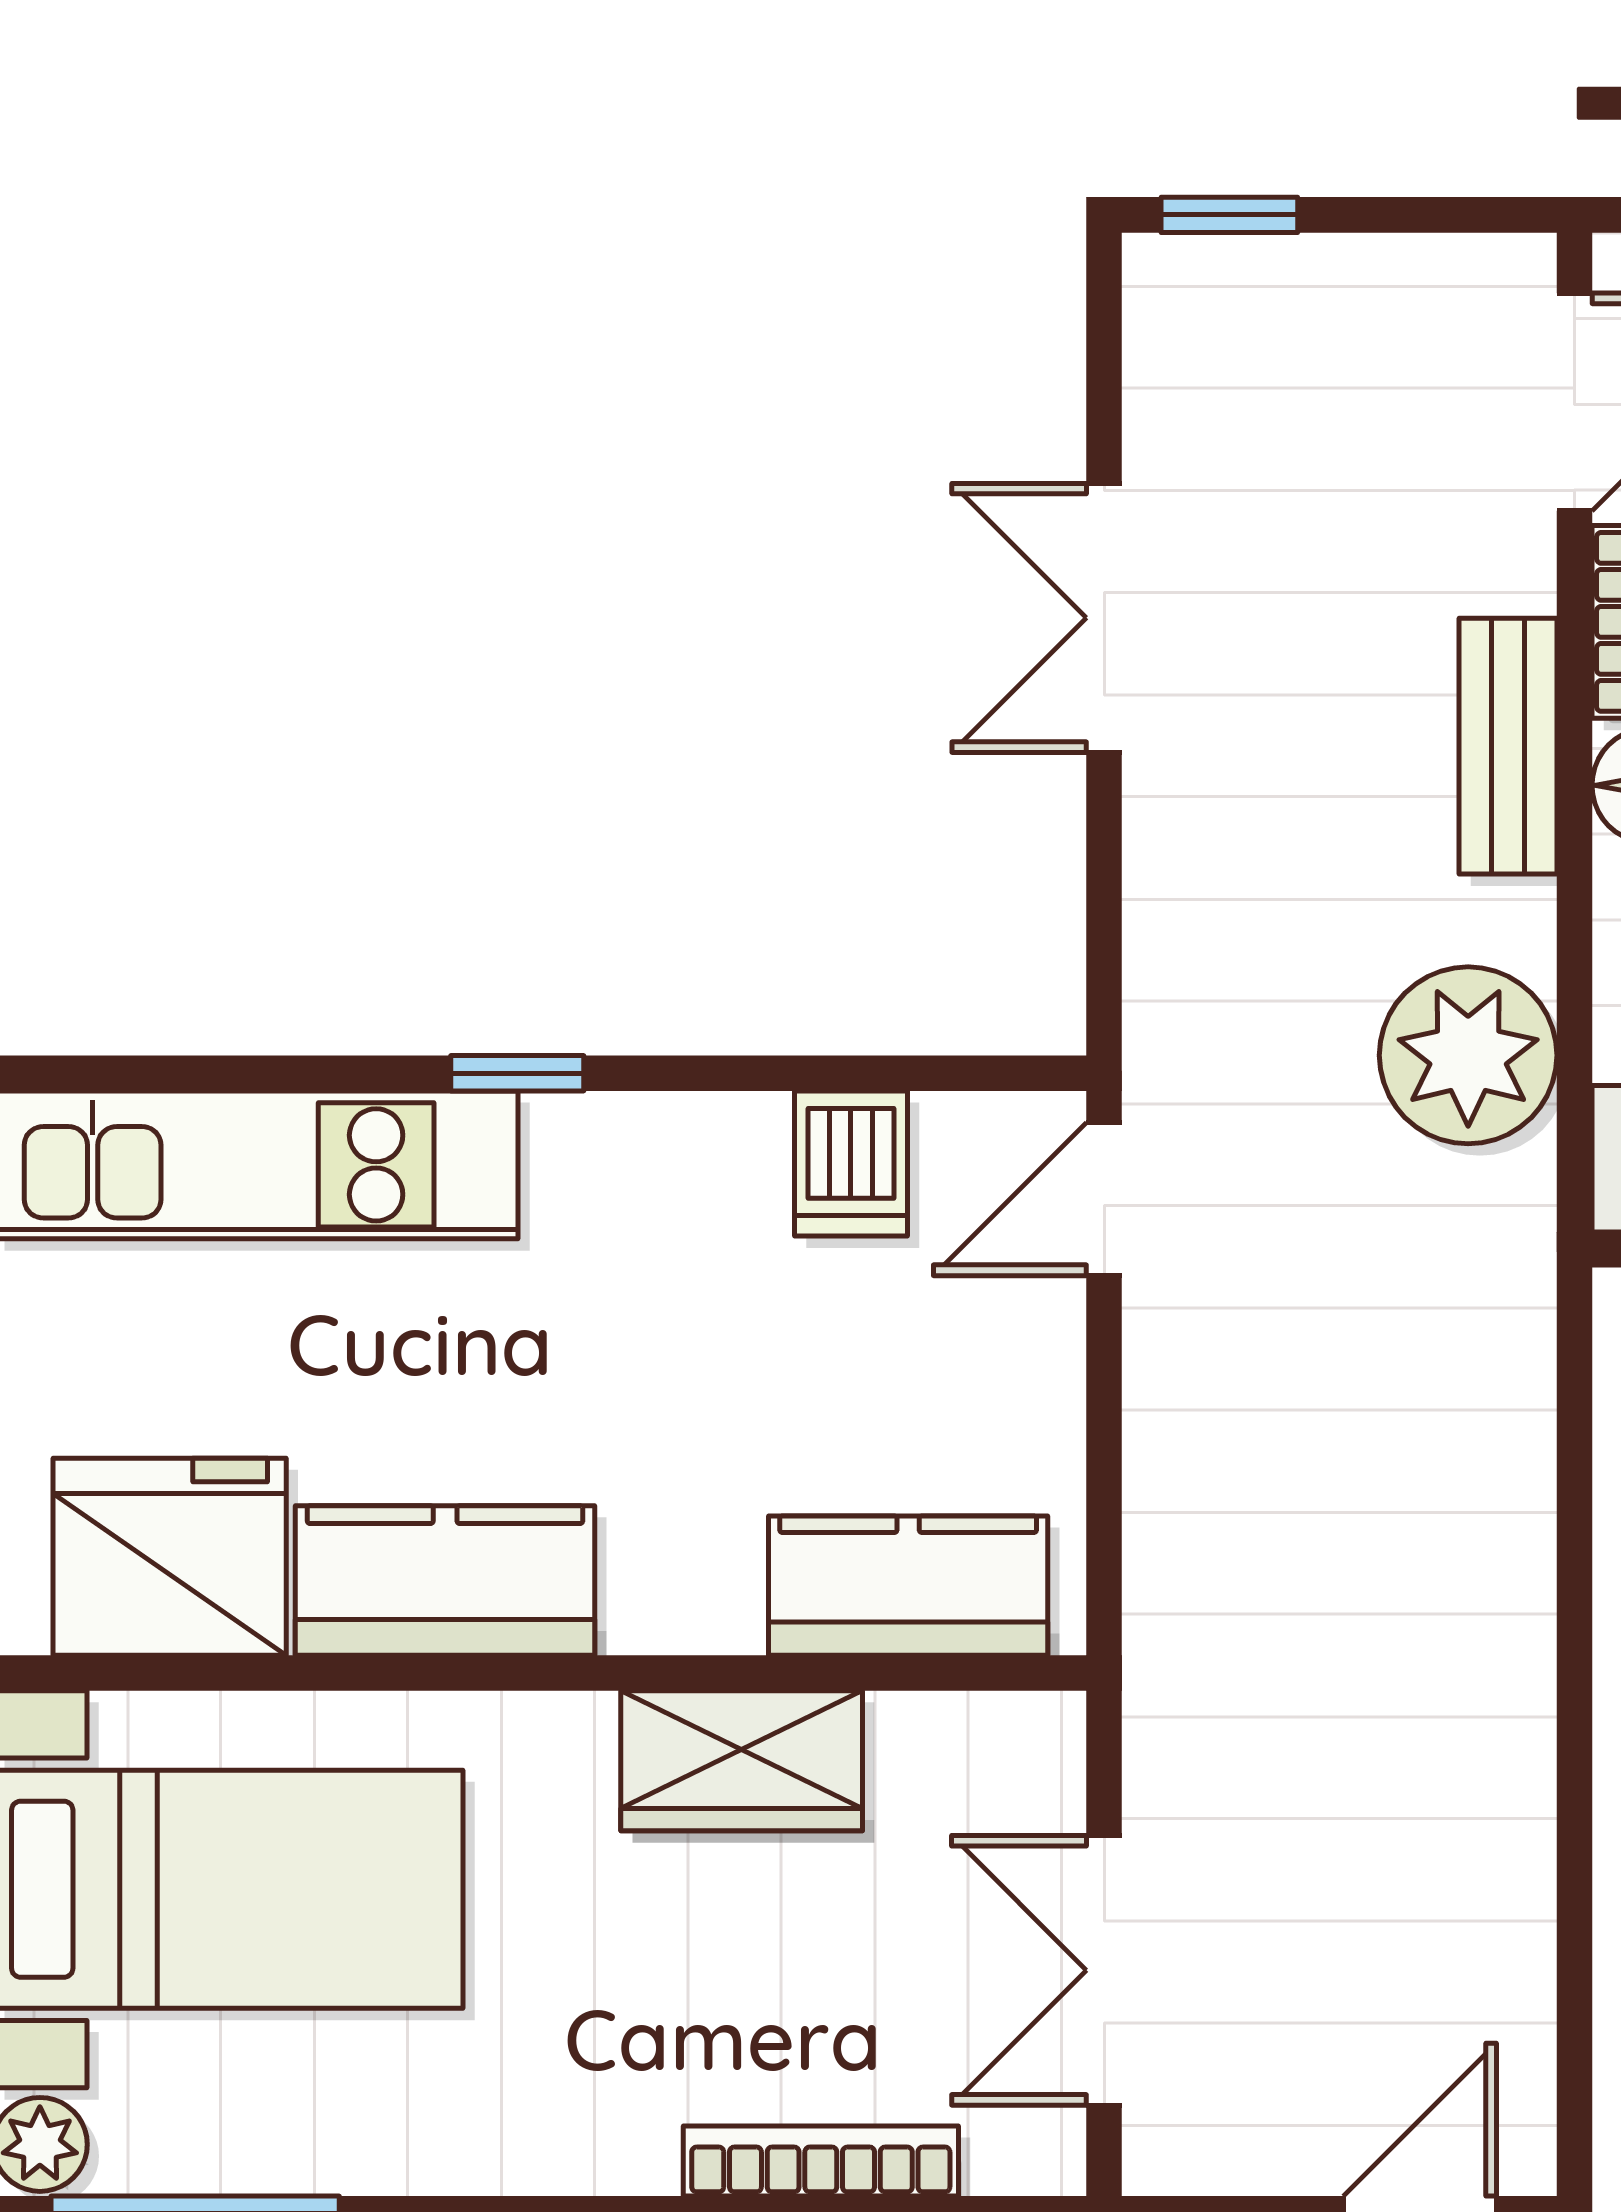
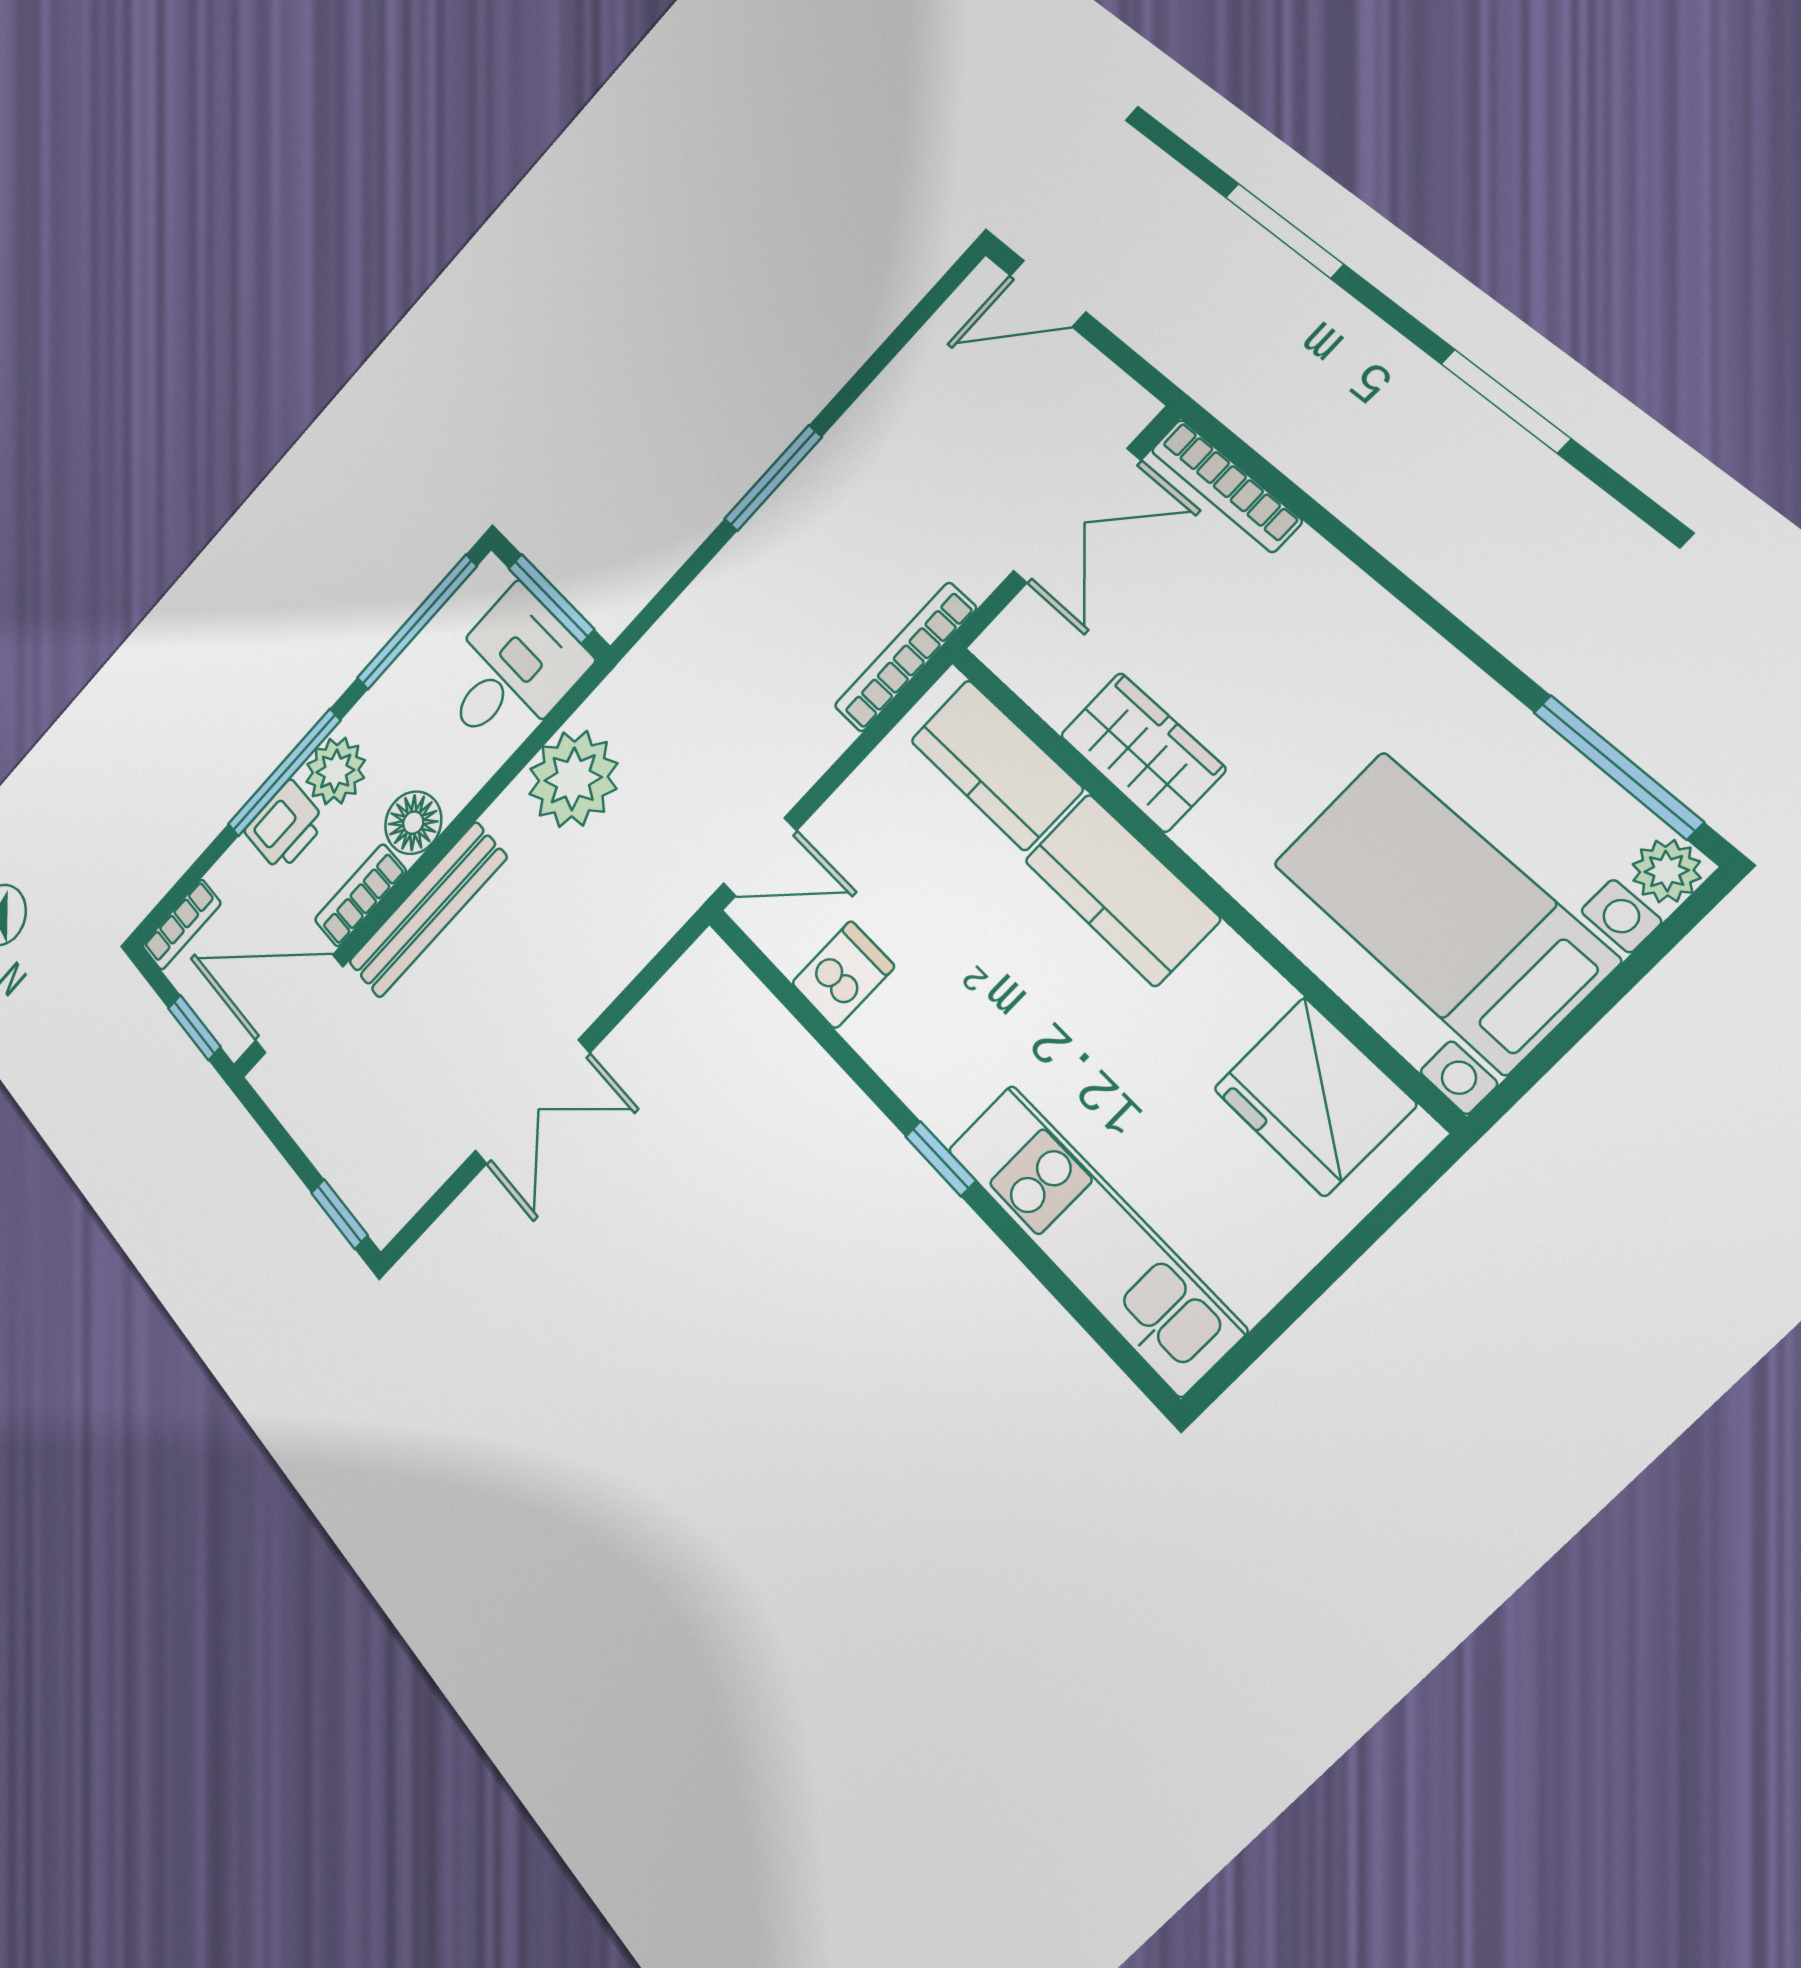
bench: (1508, 746) -> (428, 910), width x1.36
kitchen counter: (445, 1581) -> (1122, 890), moved
bookcase: (1158, 1610) -> (905, 657), added
window: (1574, 1676) -> (773, 478), added
bookcase: (821, 2161) -> (1226, 486), moved

